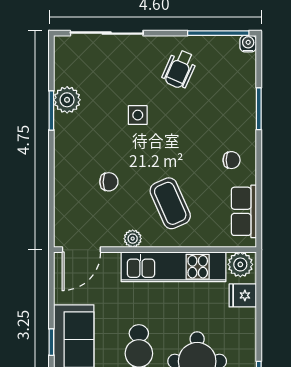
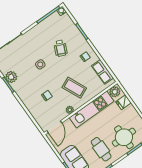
wheelchair: (180, 69) -> (61, 48), moved

